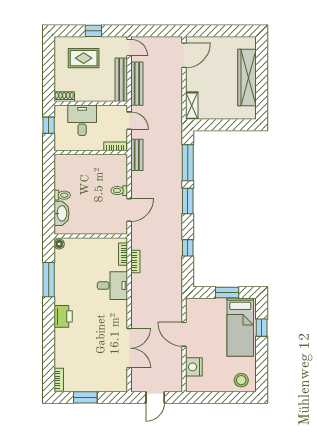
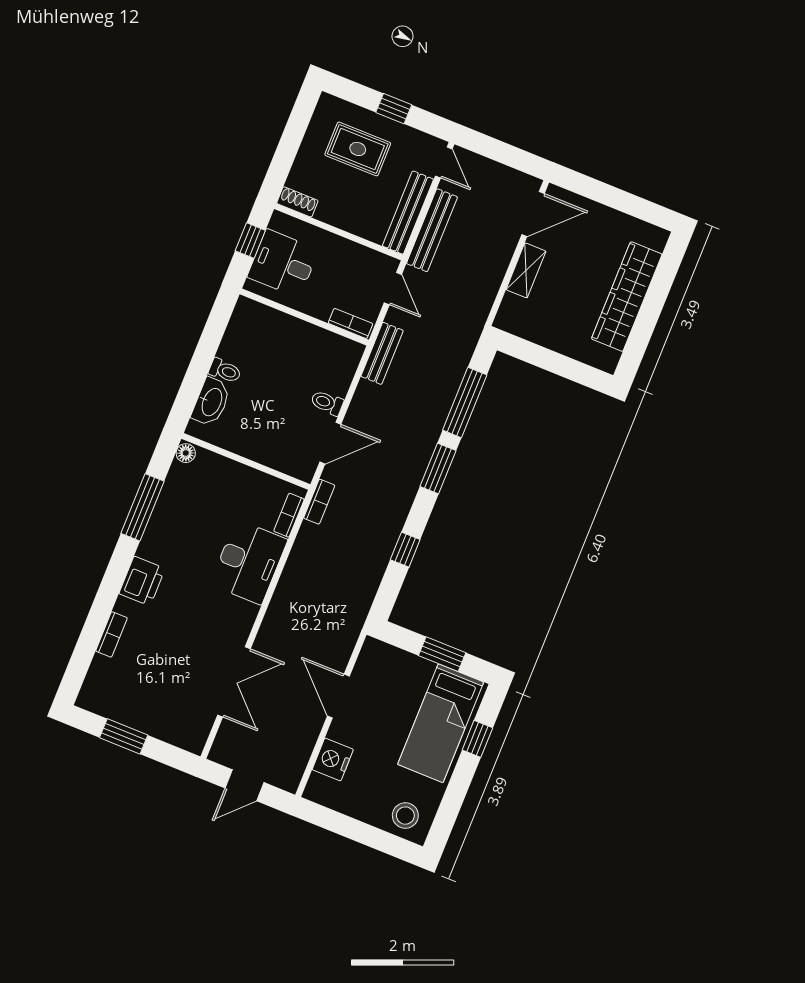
shelving: (192, 106) -> (526, 270), moved
desk: (82, 120) -> (283, 263), moved, turned -90
bookcase: (135, 262) -> (319, 502), moved
desk: (112, 286) -> (249, 562), width x1.37
bookcase: (59, 380) -> (111, 634), moved

